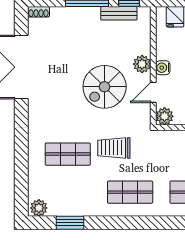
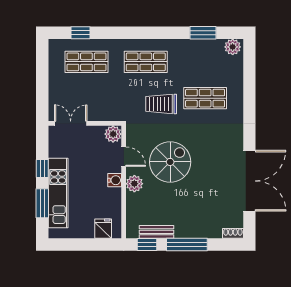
door: (153, 92) -> (124, 157), hinge flipped
trolley: (114, 148) -> (161, 104), turned 180

